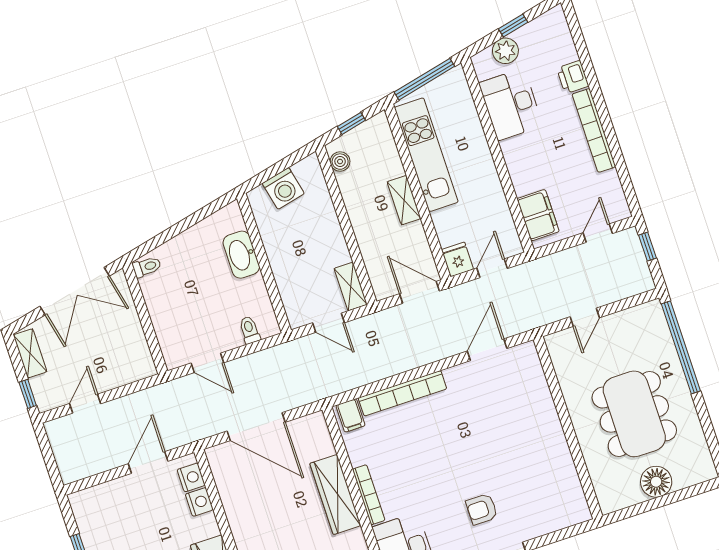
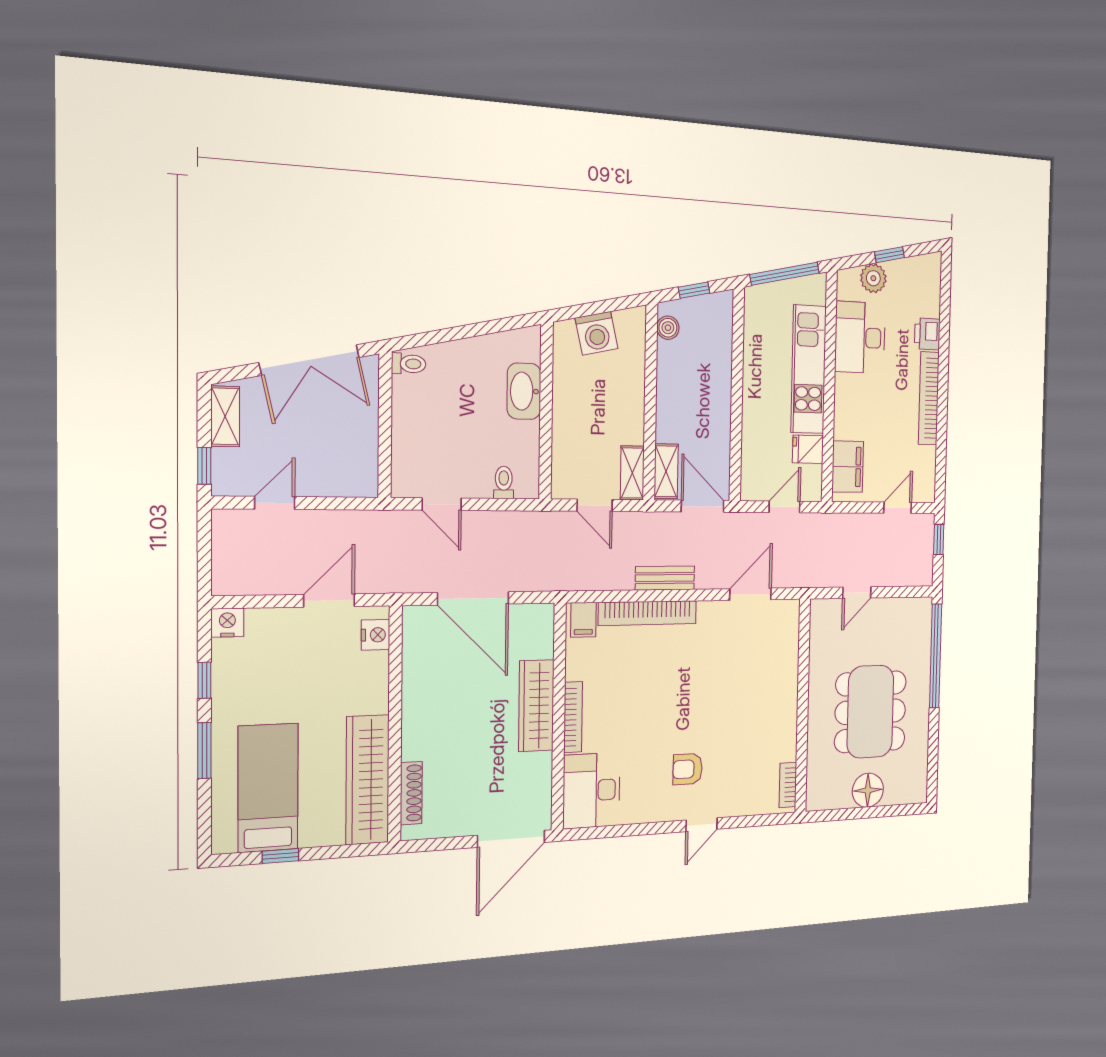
kitchen unit: (426, 155) -> (809, 369), moved, turned 180
shelving: (404, 200) -> (666, 471), moved
fridge: (457, 259) -> (808, 449), moved, turned -90
bench: (407, 361) -> (665, 578), added
bookcase: (578, 498) -> (788, 785), added
nightstand: (199, 502) -> (227, 623), moved, turned -90

